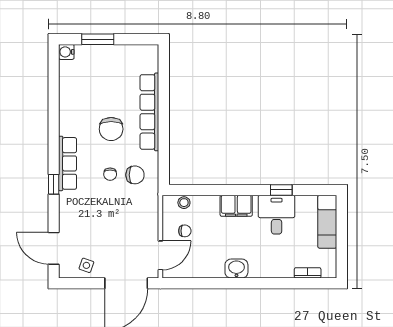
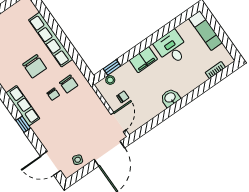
chair: (135, 175) -> (69, 84), turned 90
window: (281, 190) -> (112, 67), moved

